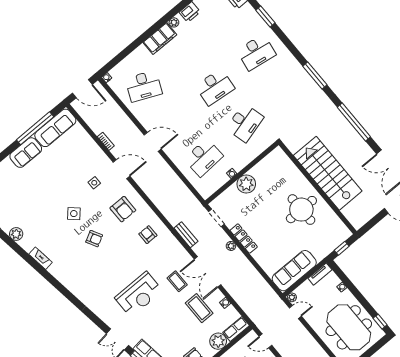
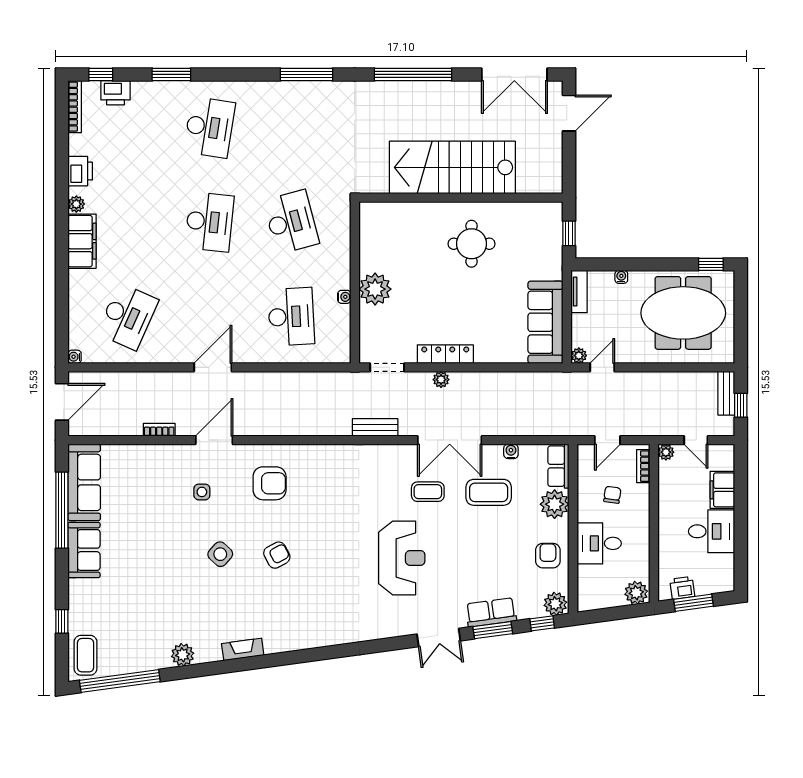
round table: (301, 210) -> (472, 244), width x0.73, depth x0.73
armchair: (148, 235) -> (332, 478), removed

